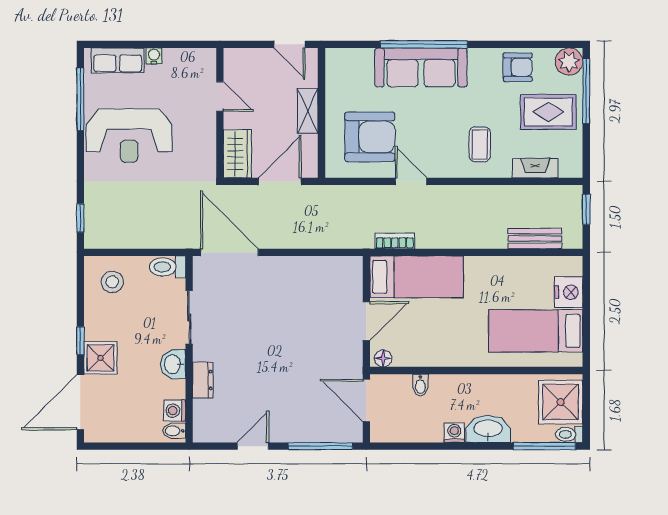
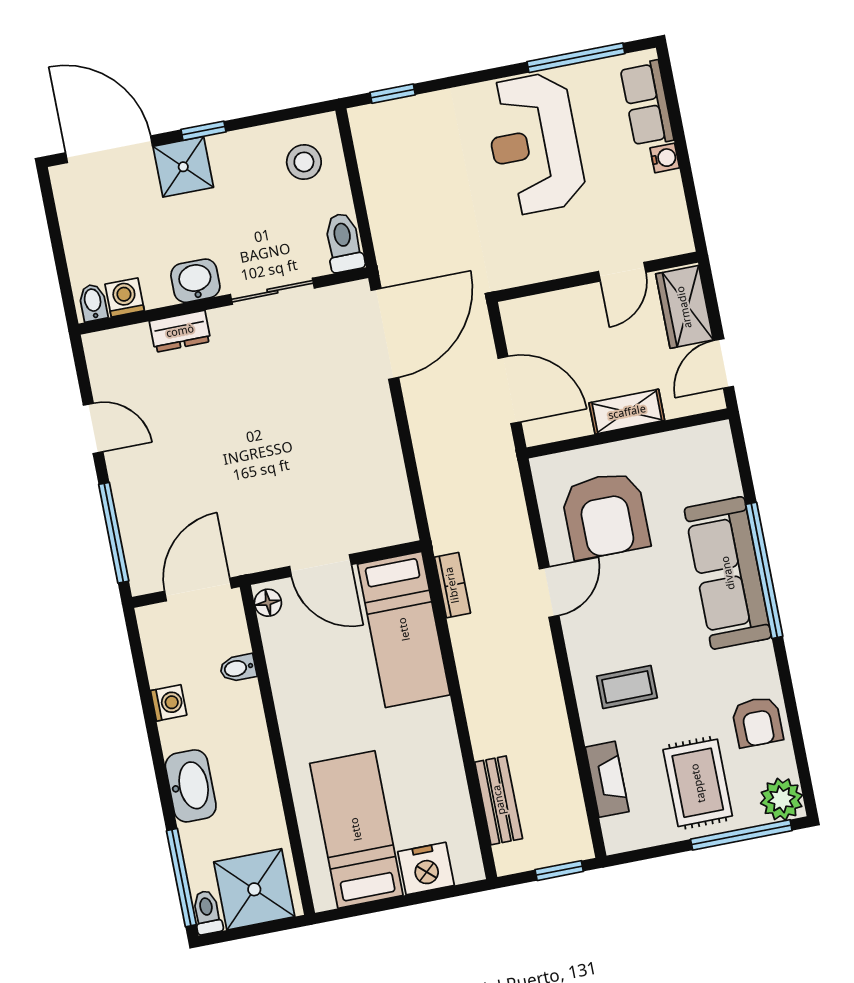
wardrobe: (237, 154) -> (684, 307), moved, turned 90
washing machine: (454, 433) -> (169, 703), moved

